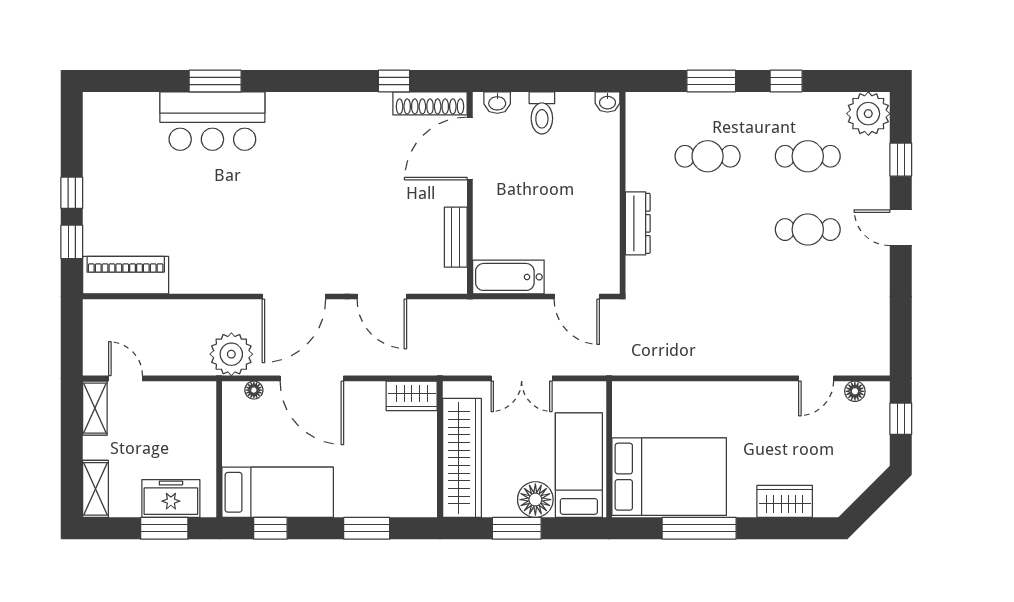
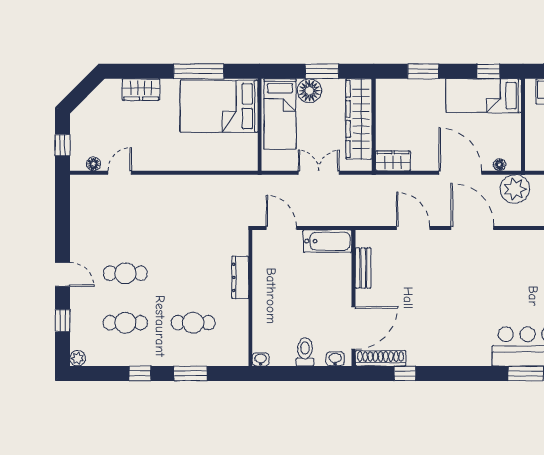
plant: (868, 114) -> (78, 358), width x0.53, depth x0.53
door: (294, 297) -> (472, 228), hinge flipped

